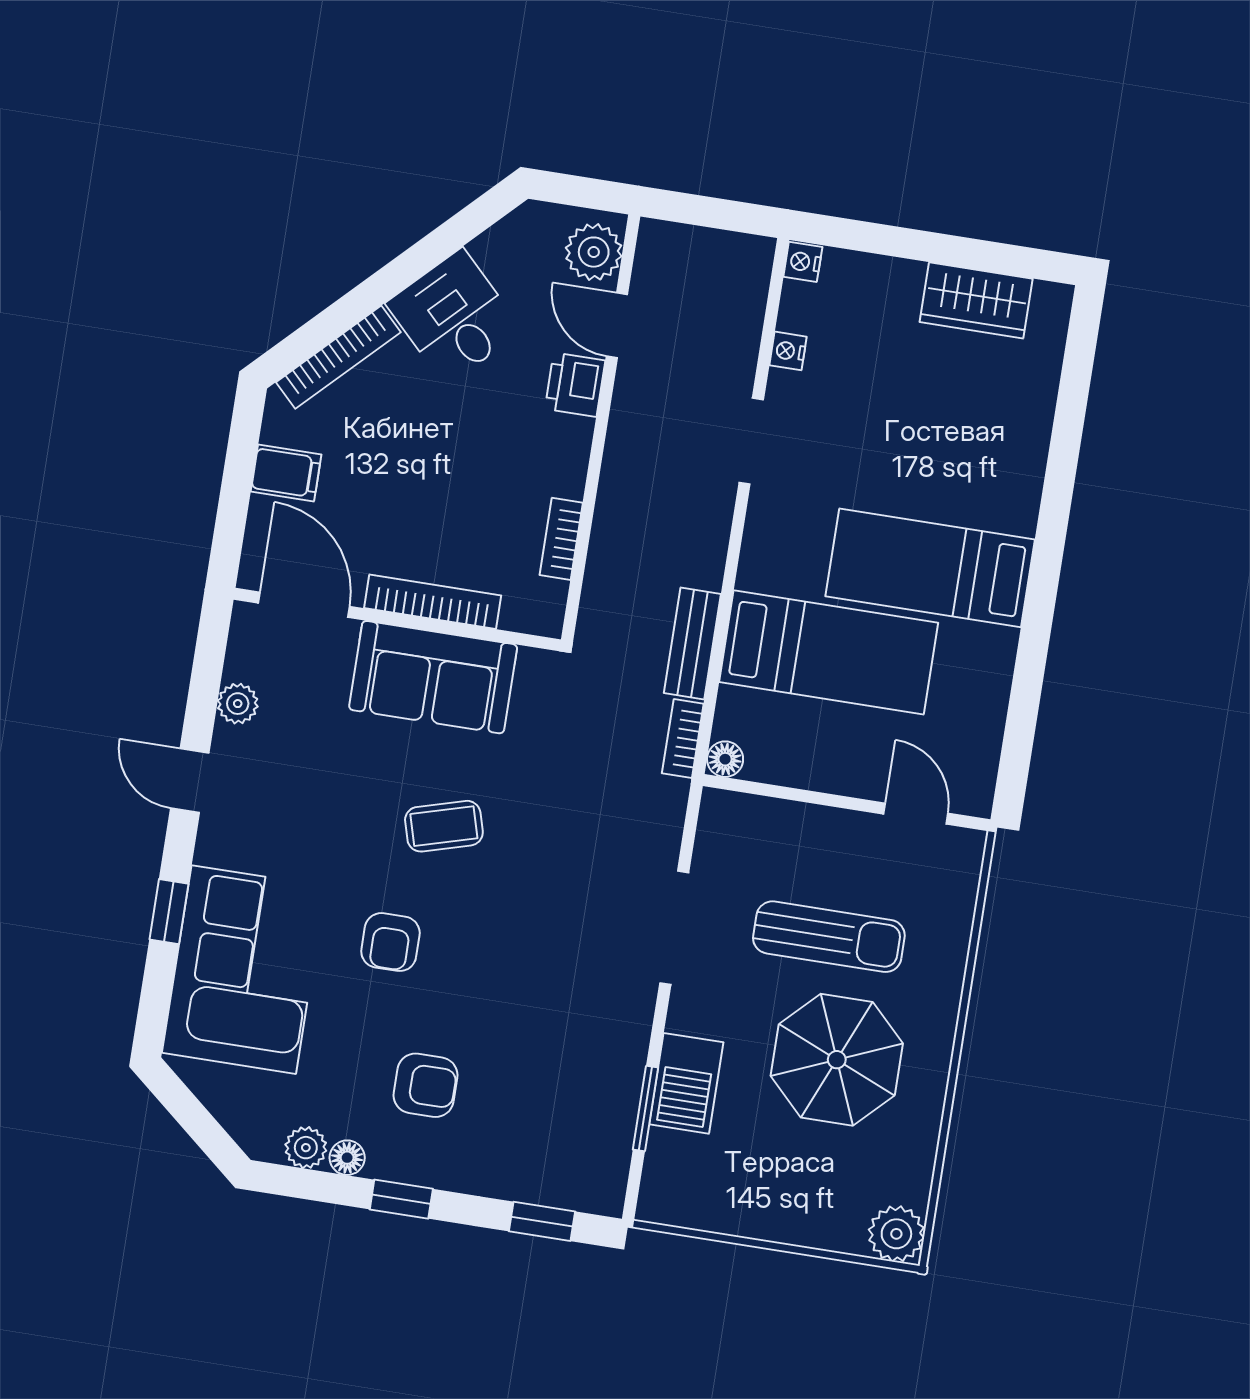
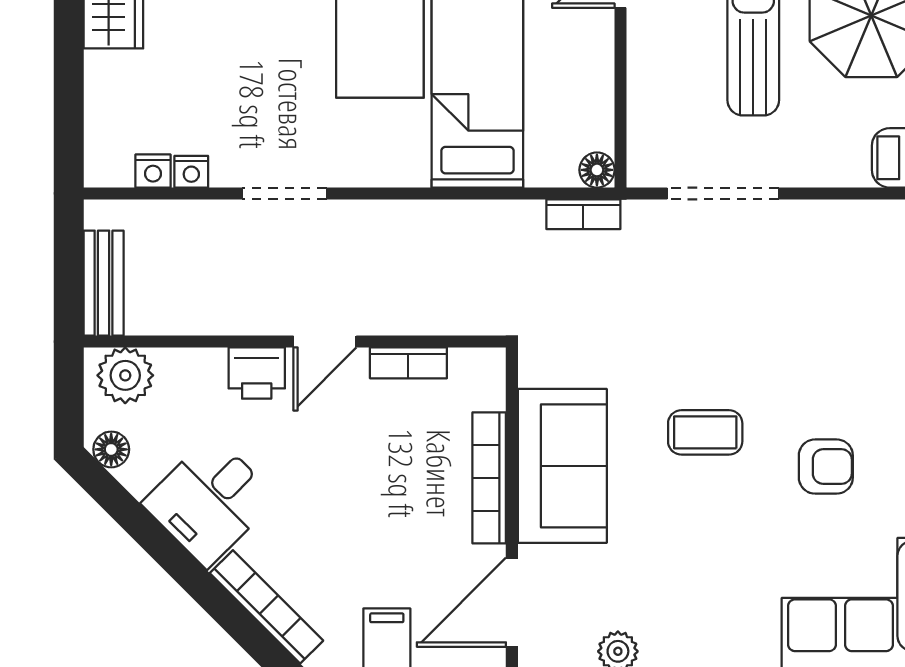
floor lamp: (521, 226) -> (111, 449), added
nightstand: (803, 262) -> (153, 171), moved
door: (617, 325) -> (325, 342), moved
bench: (692, 644) -> (104, 283), moved, turned 90
coffee table: (444, 826) -> (705, 432), turned -74
doorway: (674, 928) -> (723, 193), moved

